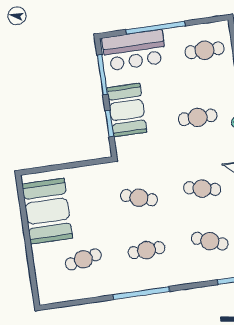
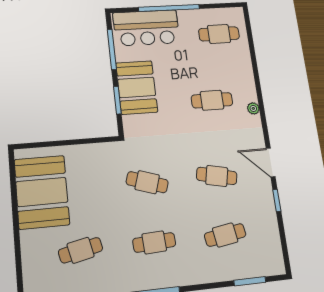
cafe table: (210, 241) -> (225, 235), turned -30

